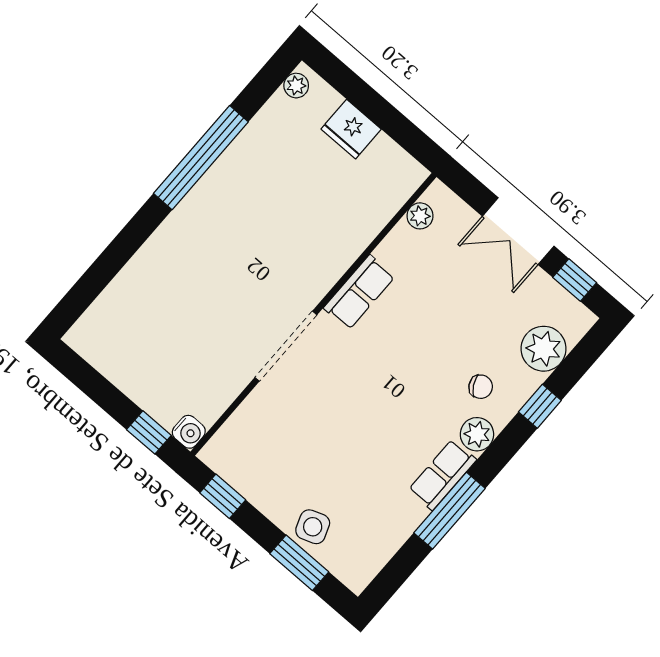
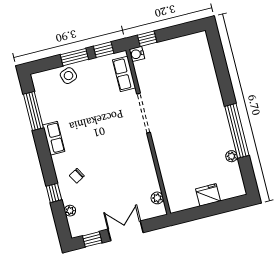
plant: (296, 86) -> (232, 156), moved
row of seats: (359, 292) -> (124, 74), moved
plant: (544, 349) -> (70, 211), width x0.53, depth x0.53
plant: (477, 434) -> (60, 162), removed
window: (449, 511) -> (33, 111), moved
window: (299, 563) -> (74, 57), moved

